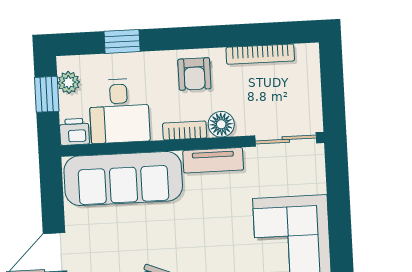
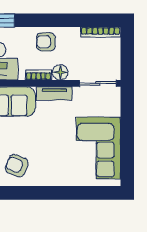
bookcase: (260, 54) -> (100, 32), moved
armchair: (194, 74) -> (46, 42), turned 90

